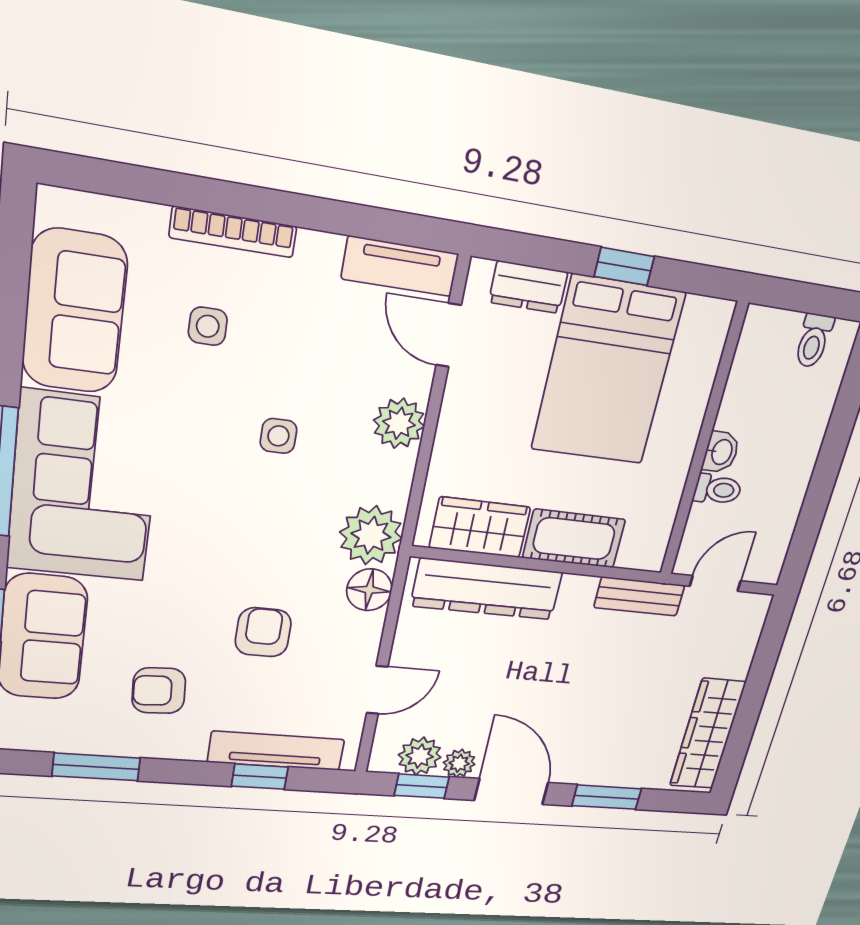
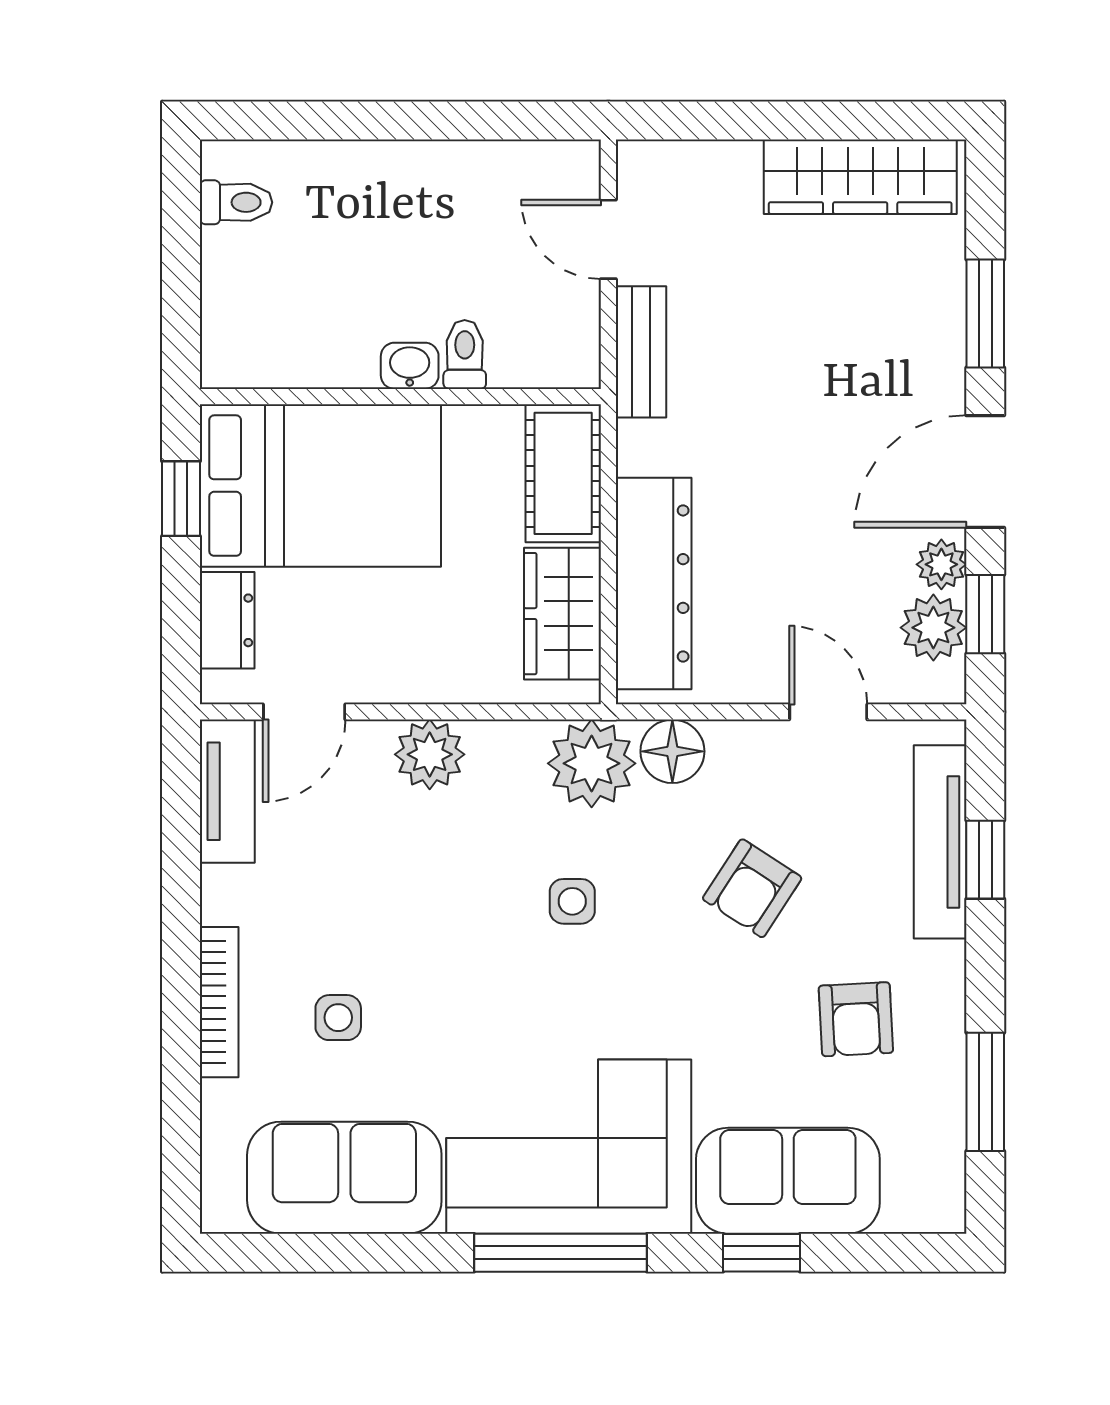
side table: (278, 436) -> (572, 901), moved
wall: (703, 443) -> (400, 397), moved
washbasin: (721, 452) -> (410, 366), moved
toilet: (718, 489) -> (465, 355), moved
armchair: (263, 632) -> (752, 888), turned -57

